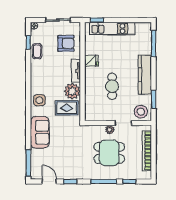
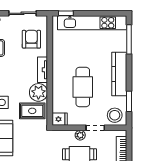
kitchen unit: (112, 29) -> (92, 23), width x1.36
armchair: (66, 43) -> (31, 39), turned -90
fridge: (91, 61) -> (60, 119), moved
cafe table: (112, 86) -> (83, 87), width x1.37, depth x1.35

